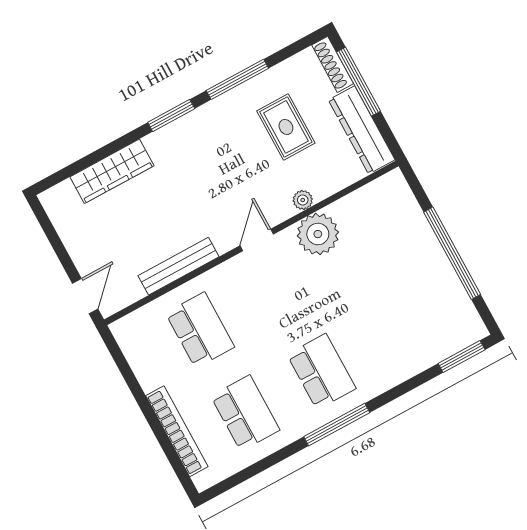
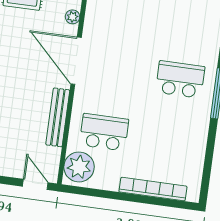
plant: (318, 234) -> (79, 167), moved
door: (257, 240) -> (76, 61), width x1.88
school desk: (245, 413) -> (172, 142), removed

